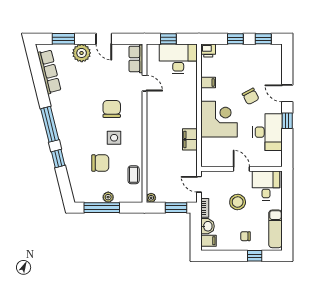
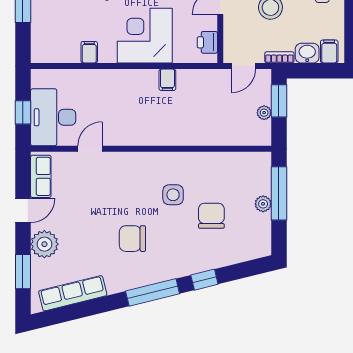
printer: (208, 51) -> (207, 42), moved, turned 180
row of seats: (136, 59) -> (41, 176), moved, turned -90
desk: (178, 59) -> (53, 117), moved
chair: (112, 109) -> (132, 239), moved
filing cabinet: (190, 139) -> (167, 80), width x0.50
coffee table: (134, 175) -> (229, 165), removed
plant: (151, 198) -> (264, 113), moved
window: (102, 208) -> (279, 193), moved

